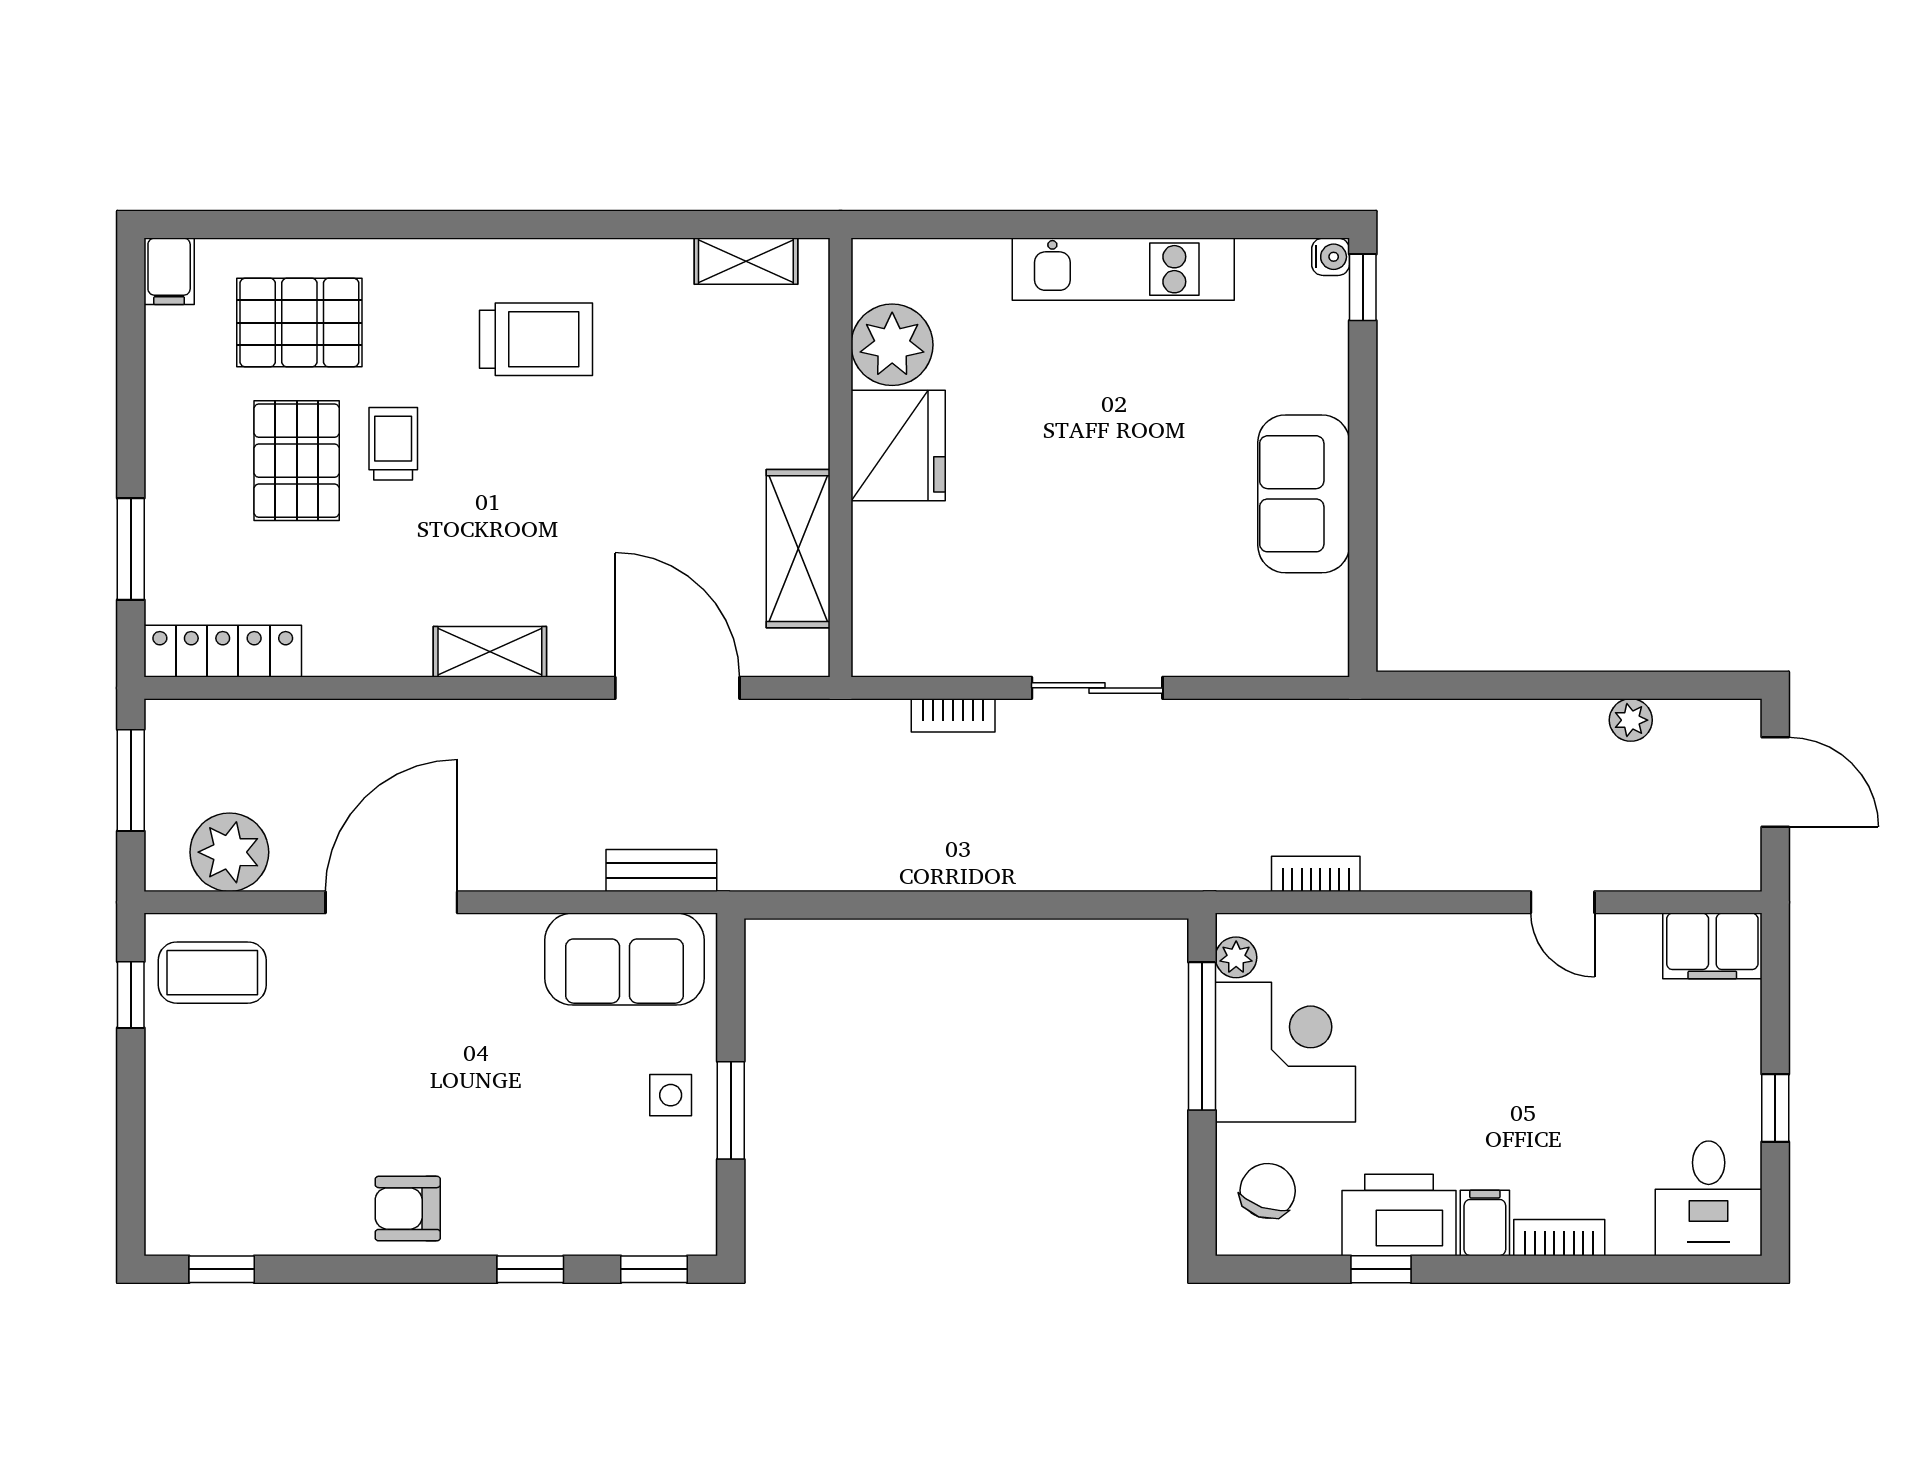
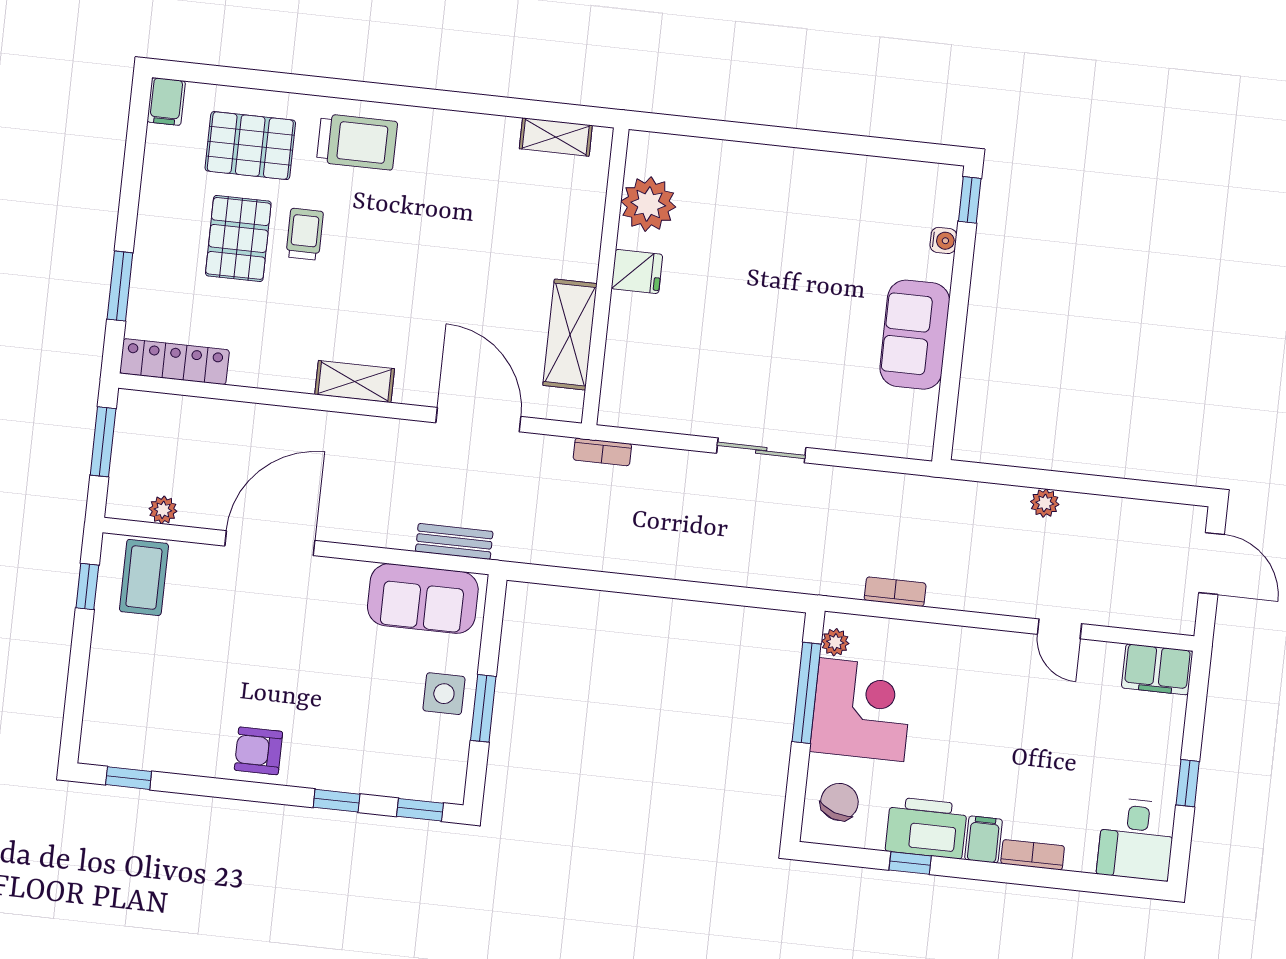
water cooler: (1331, 257) -> (943, 240), moved
kitchen unit: (1123, 269) -> (810, 170), removed
trolley: (536, 339) -> (357, 142), moved
fridge: (898, 445) -> (637, 271), width x0.53, depth x0.75
bookcase: (953, 715) -> (602, 452), moved
plant: (1631, 720) -> (1045, 503), moved
plant: (229, 852) -> (163, 510), width x0.53, depth x0.53
coffee table: (212, 973) -> (144, 577), turned 90
side table: (671, 1095) -> (444, 694), width x1.37, depth x1.37

